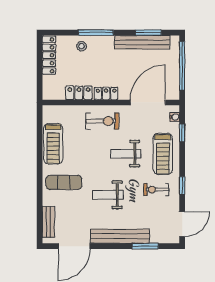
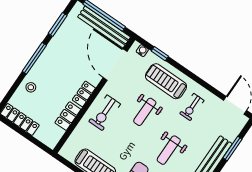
window: (96, 33) -> (34, 58), moved
bench: (142, 42) -> (104, 27), moved, turned 90
exercise bike: (102, 121) -> (105, 113), turned 180
treadmill: (163, 154) -> (166, 81), turned 180
window: (182, 185) -> (203, 83), removed

